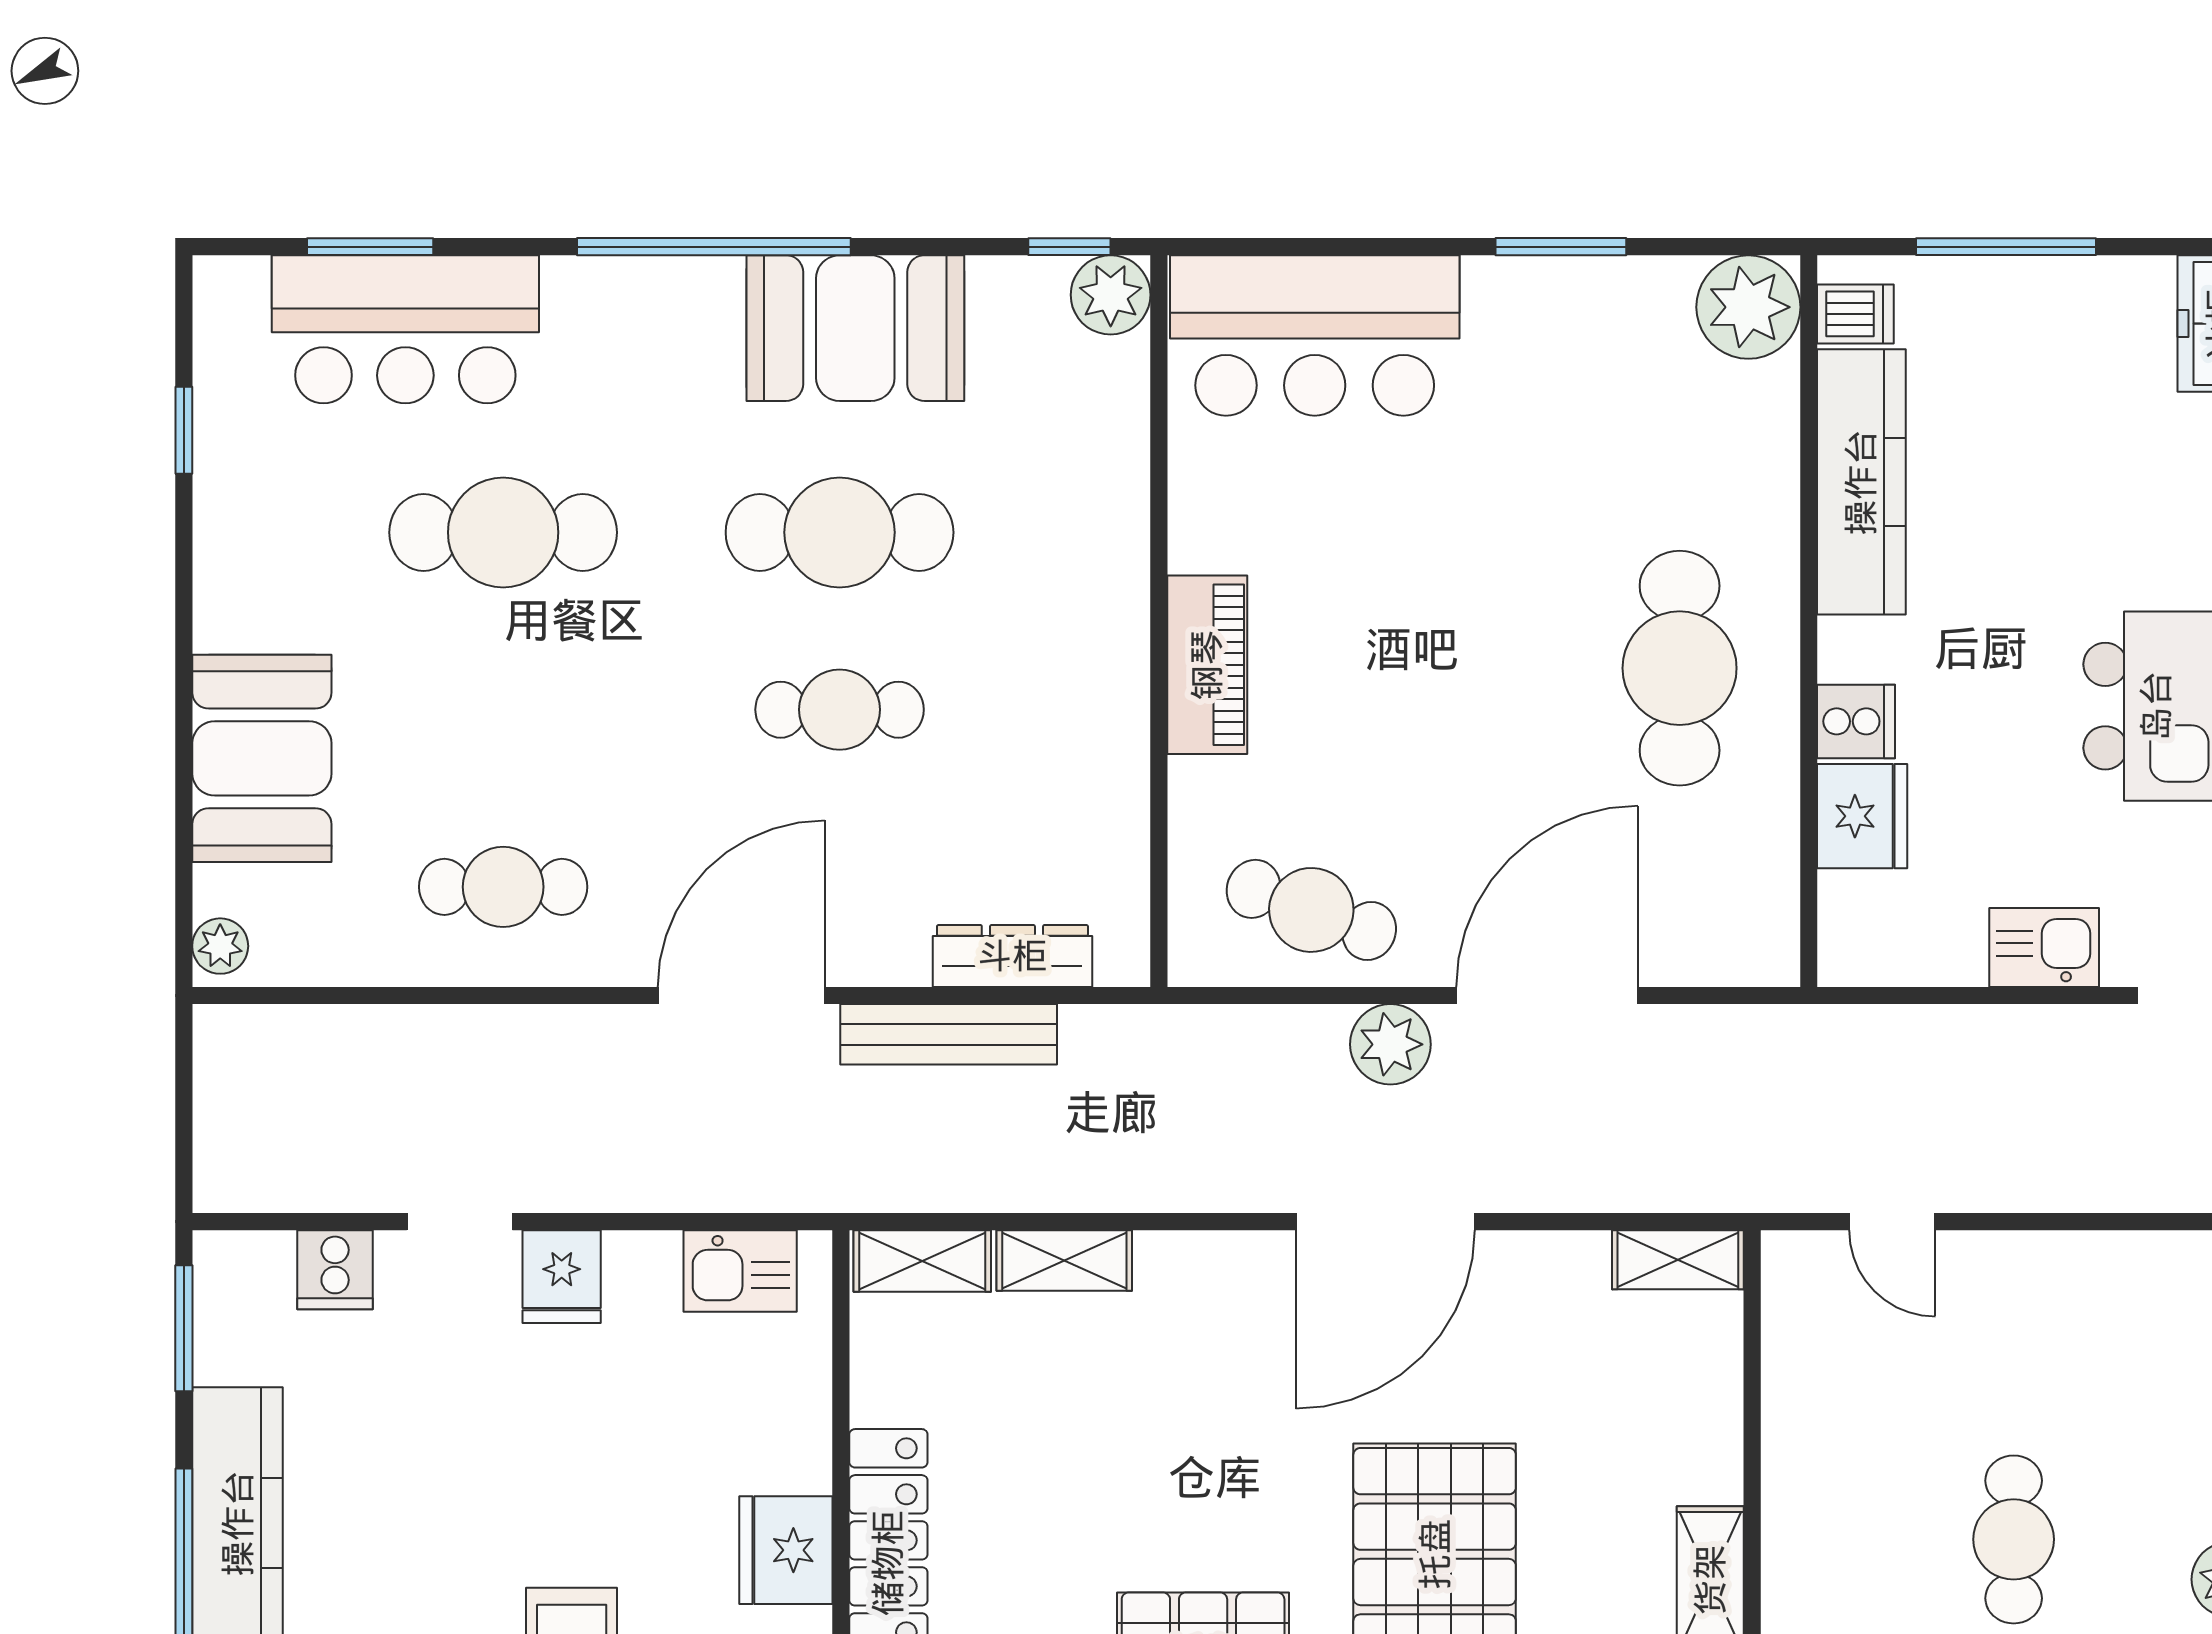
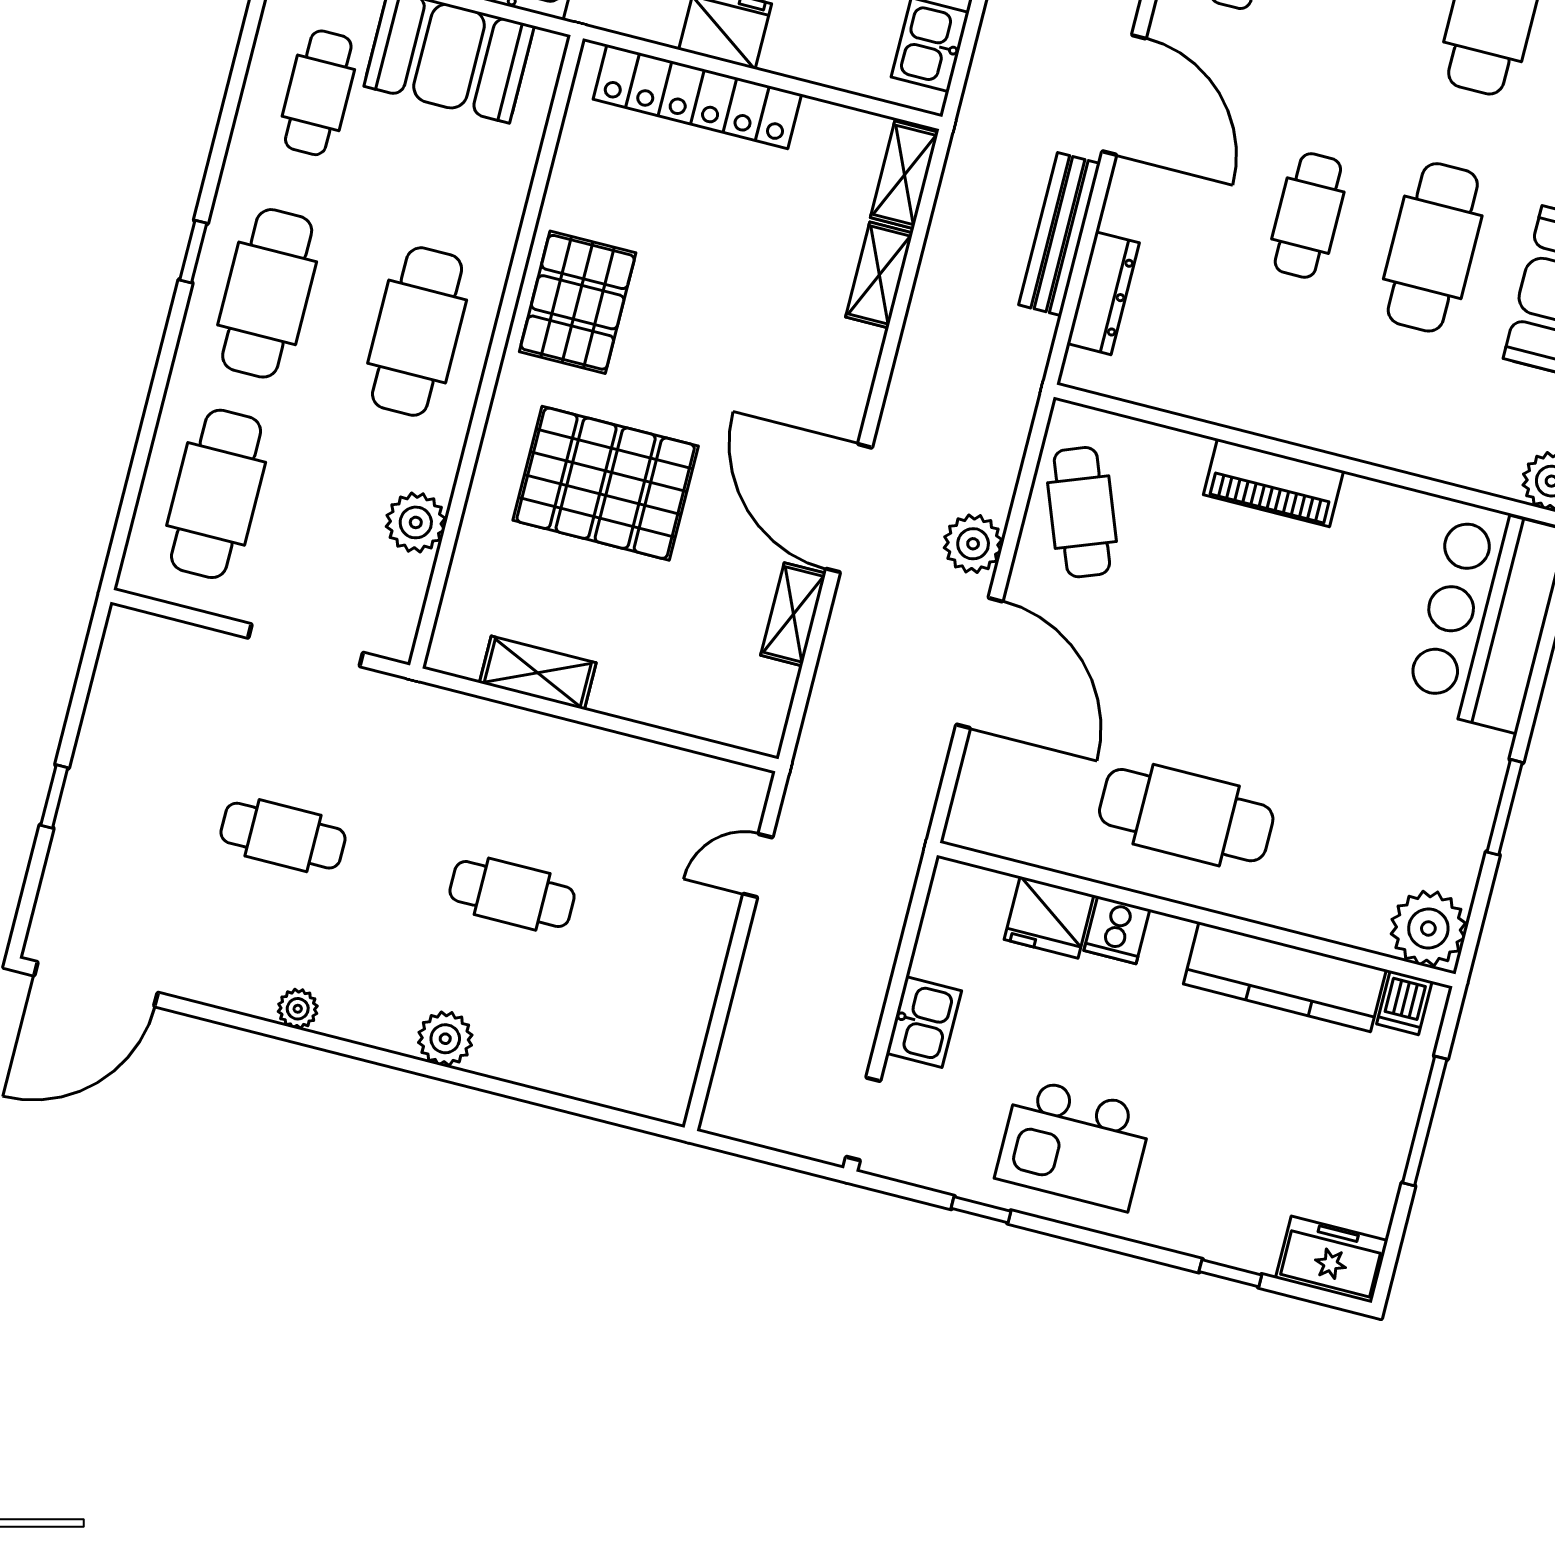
cafe table: (1311, 910) -> (1082, 512), turned -41
shelving: (1678, 1260) -> (793, 614), moved

